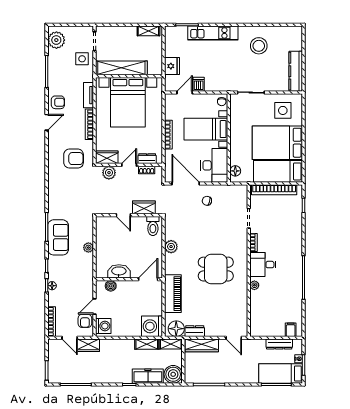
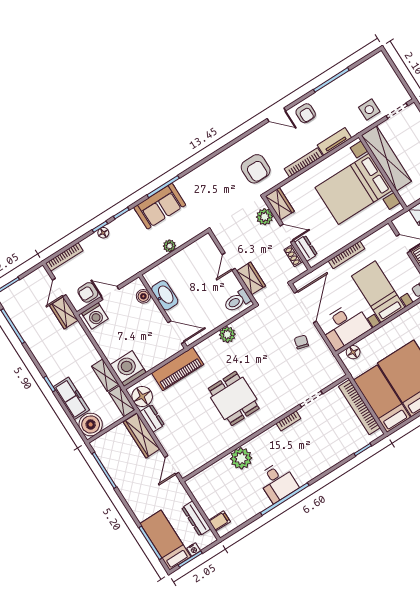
plant: (56, 40) -> (372, 69), removed
desk: (263, 265) -> (278, 482), moved, turned 180
plant: (254, 285) -> (241, 458), width x1.87, depth x1.87

